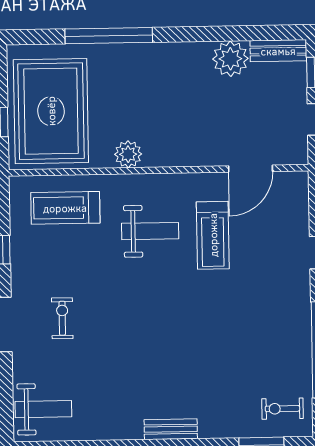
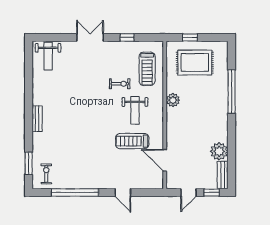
rug: (51, 111) -> (195, 62), width x0.73, depth x0.69
treadmill: (65, 208) -> (147, 69), turned 180
exercise bike: (62, 318) -> (120, 84), moved

